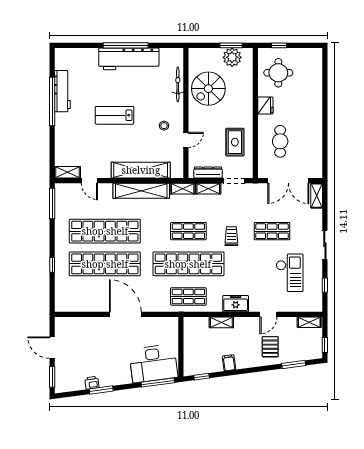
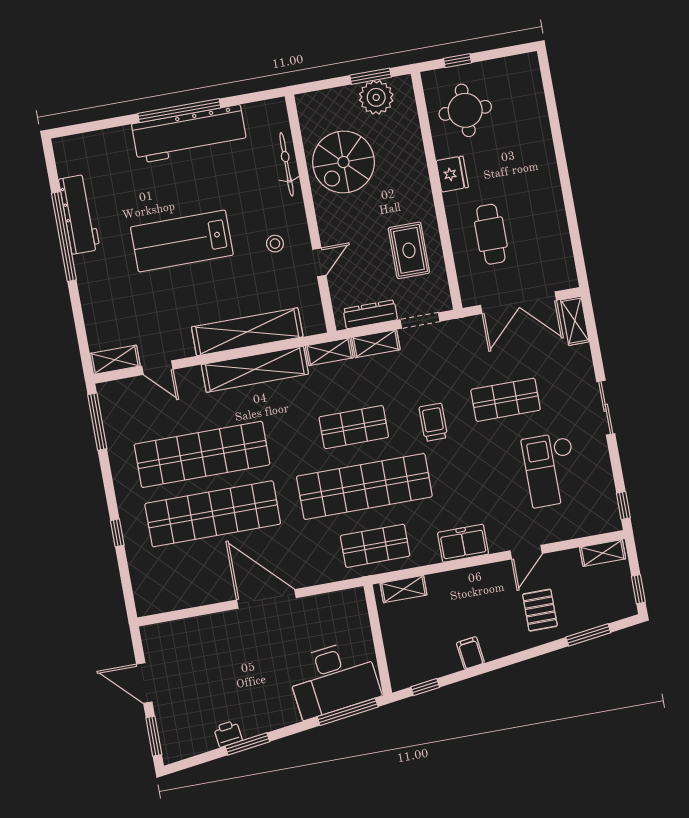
lab bench: (115, 115) -> (182, 241), width x1.36, depth x1.39
checkout: (290, 273) -> (551, 470), turned 180
window: (325, 285) -> (623, 505), moved
shelving: (221, 322) -> (403, 589), moved

